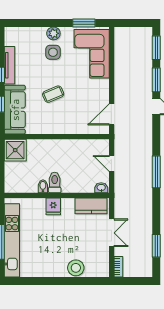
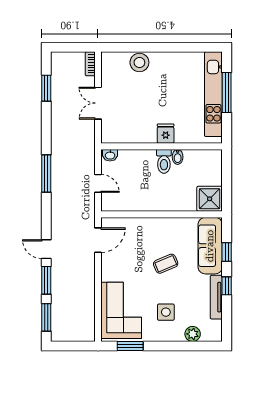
plant: (53, 33) -> (193, 334), moved
kitchen counter: (91, 206) -> (122, 134), removed

